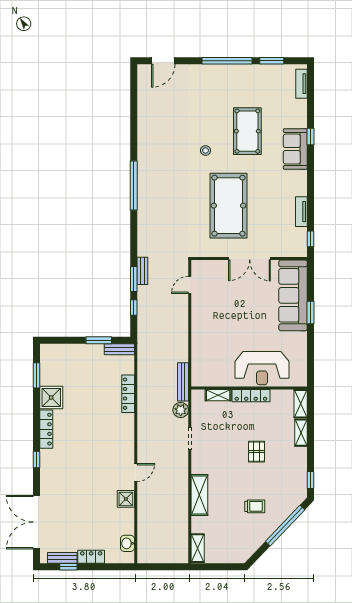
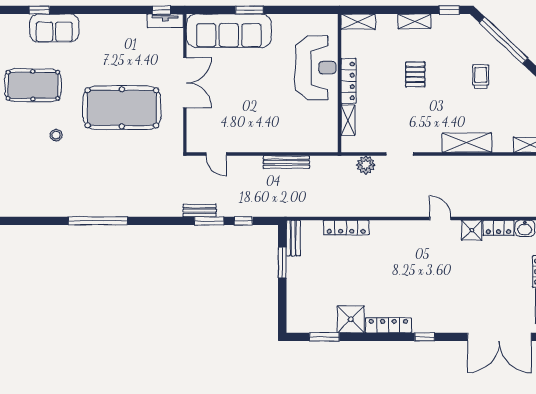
tv unit: (301, 212) -> (165, 21), moved
bench: (183, 382) -> (286, 162), moved
shelving: (301, 433) -> (414, 21), moved
pallet: (256, 452) -> (415, 74), turned 90
locker: (128, 521) -> (498, 228), added

